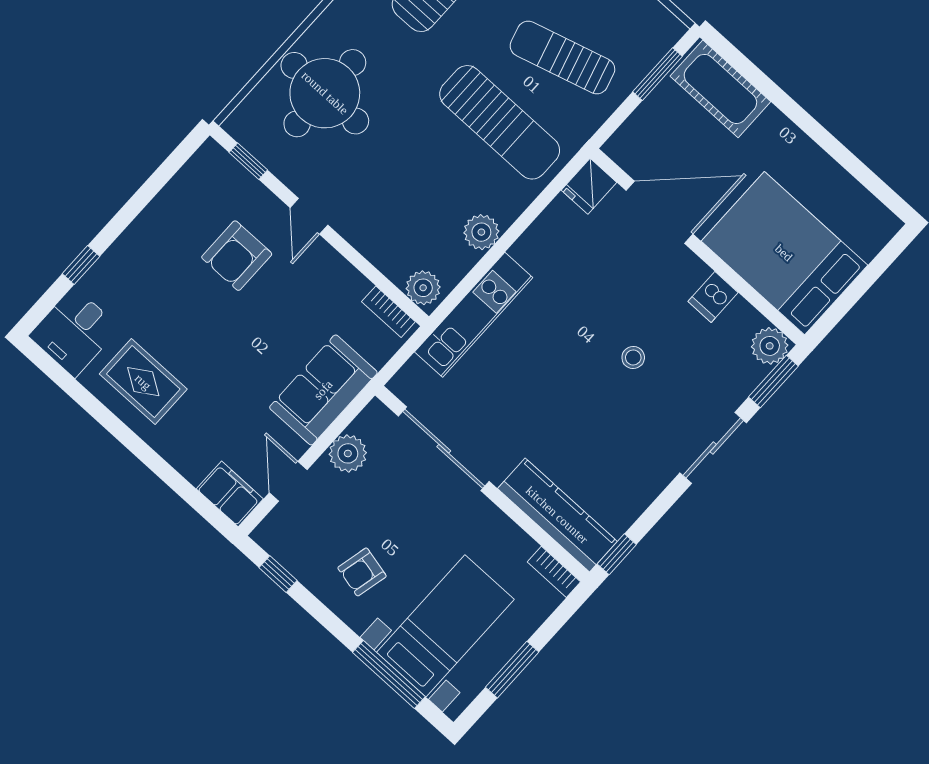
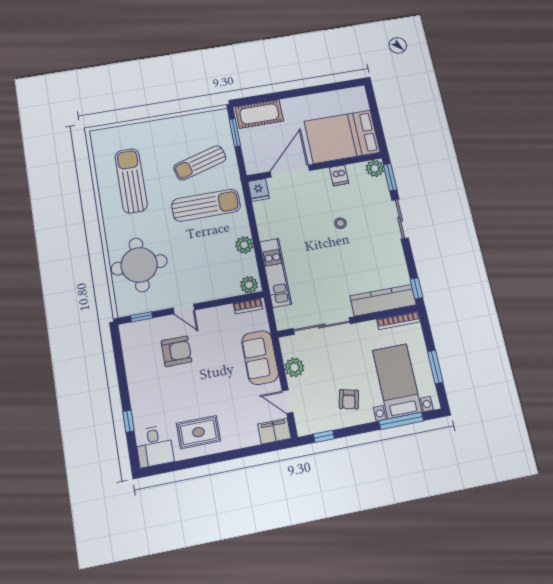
armchair: (237, 256) -> (176, 351), turned -90
bookcase: (554, 572) -> (398, 321), width x1.56

